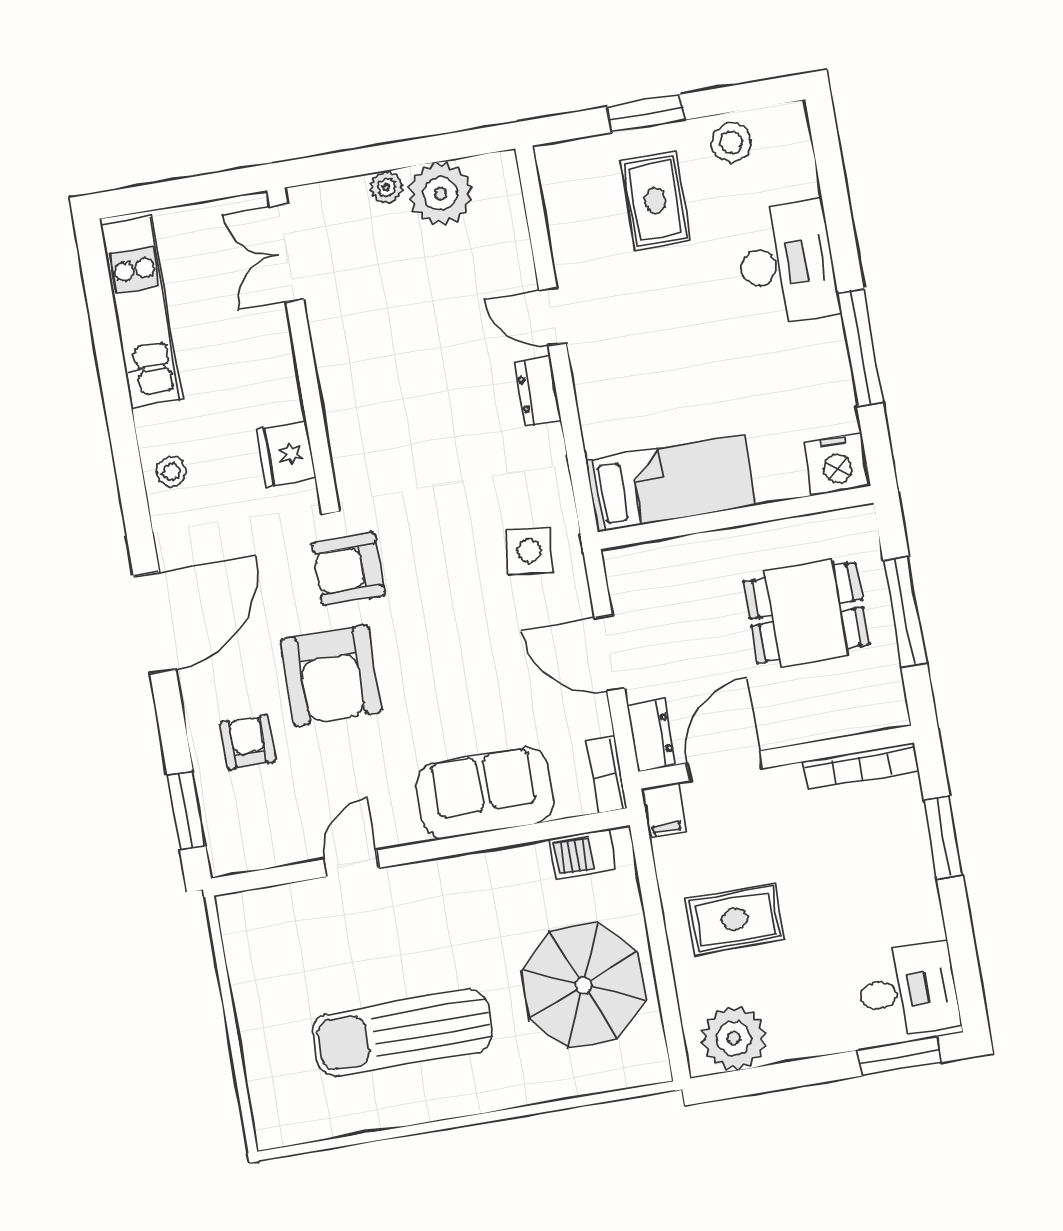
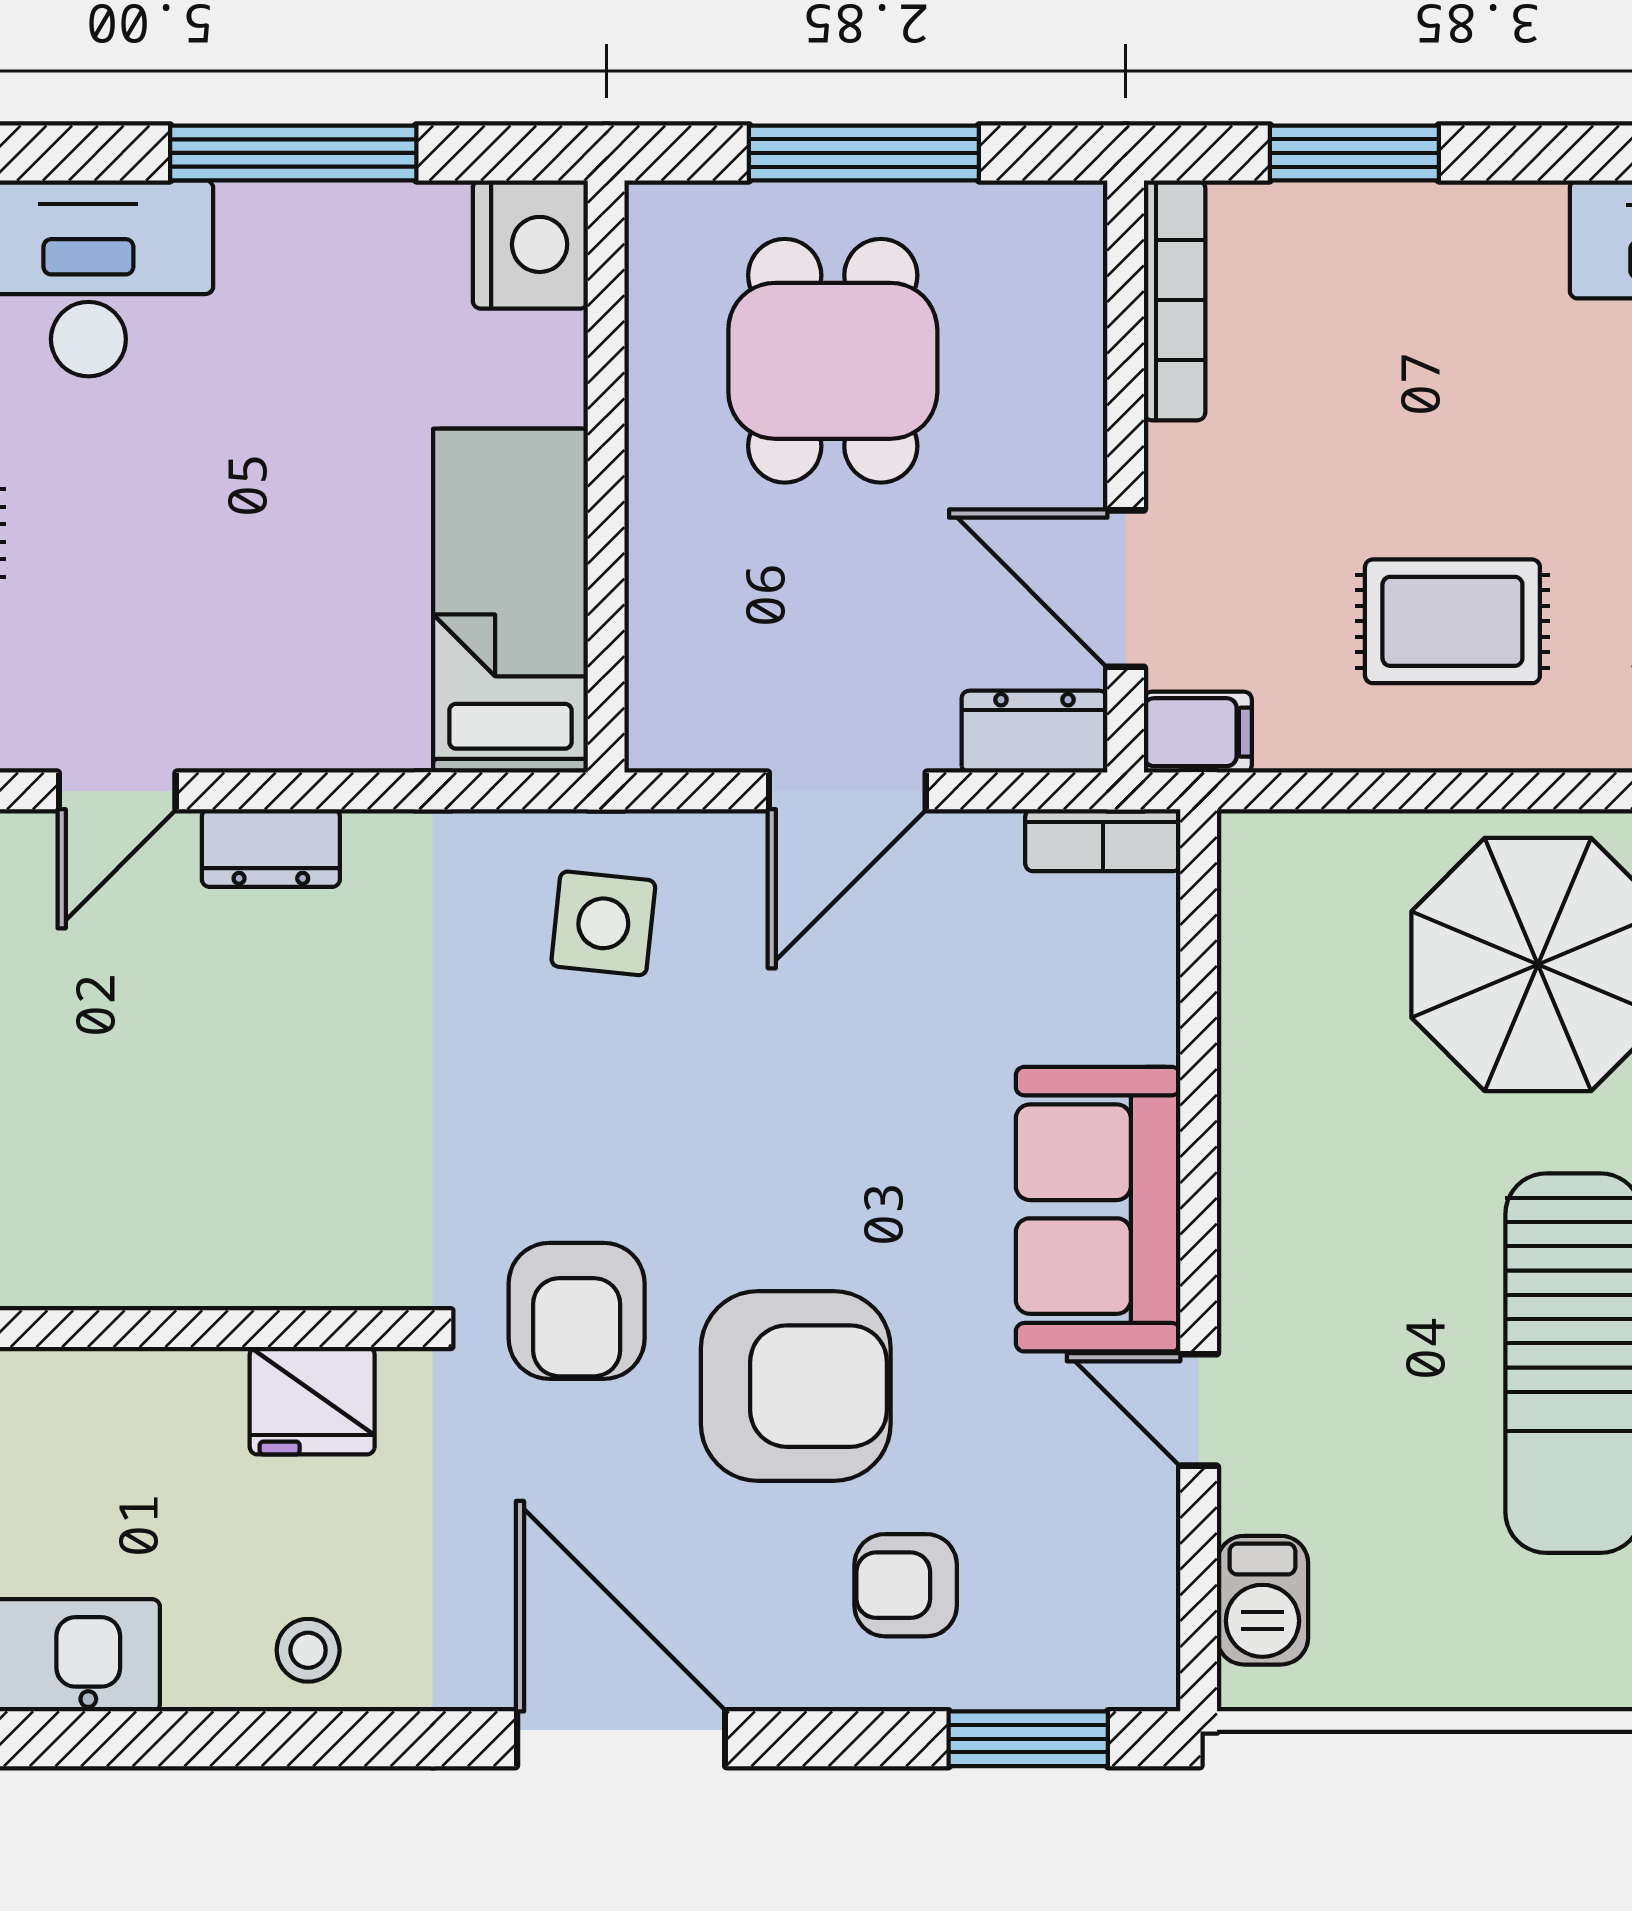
sofa: (485, 793) -> (1098, 1209), moved
barbecue: (583, 855) -> (1262, 1600), moved
rug: (735, 919) -> (1452, 621), turned 90

